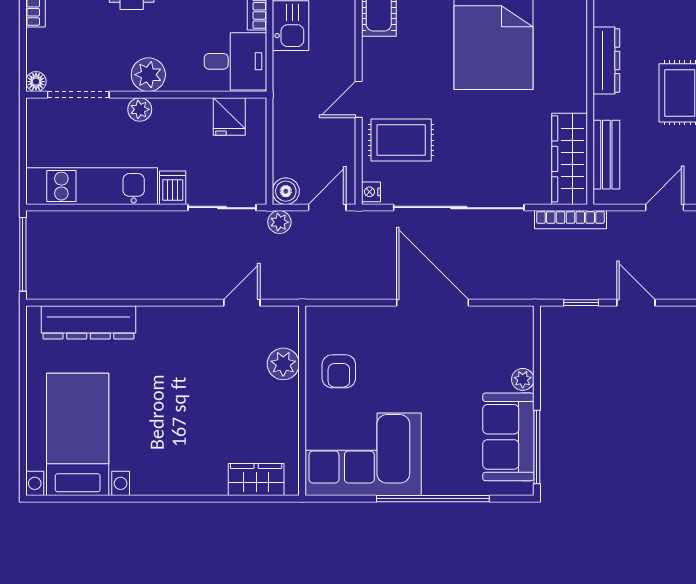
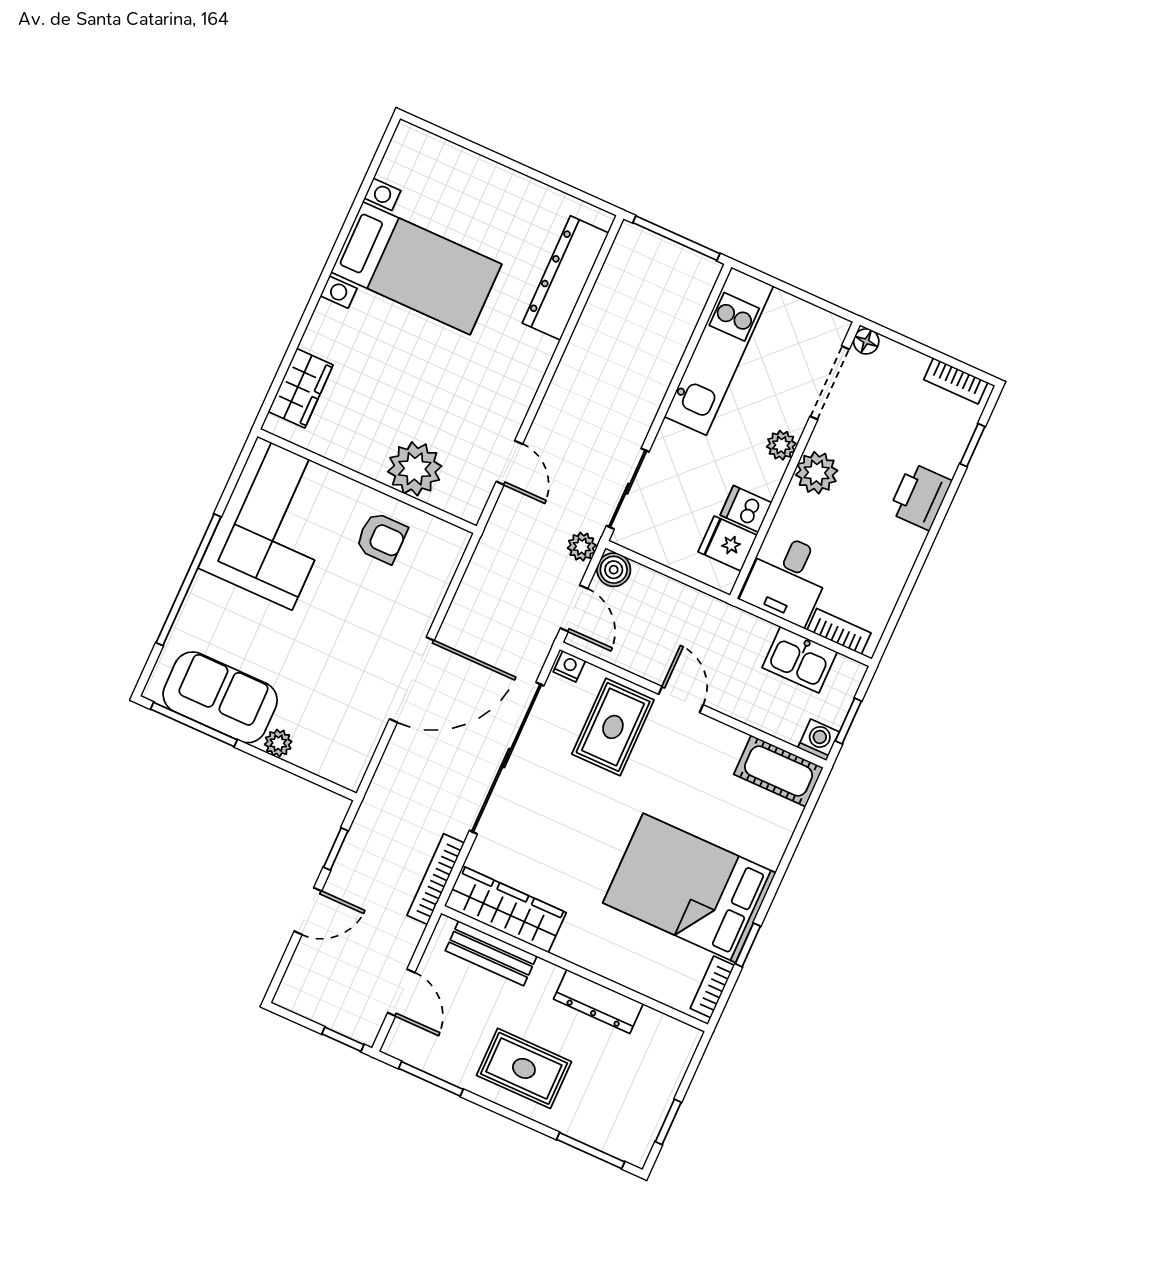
dishwasher: (173, 188) -> (746, 509), moved, turned 180
plant: (283, 364) -> (415, 469), width x1.36, depth x1.36
armchair: (339, 371) -> (381, 538), turned 180
bed with nightstands: (78, 434) -> (416, 268), moved

